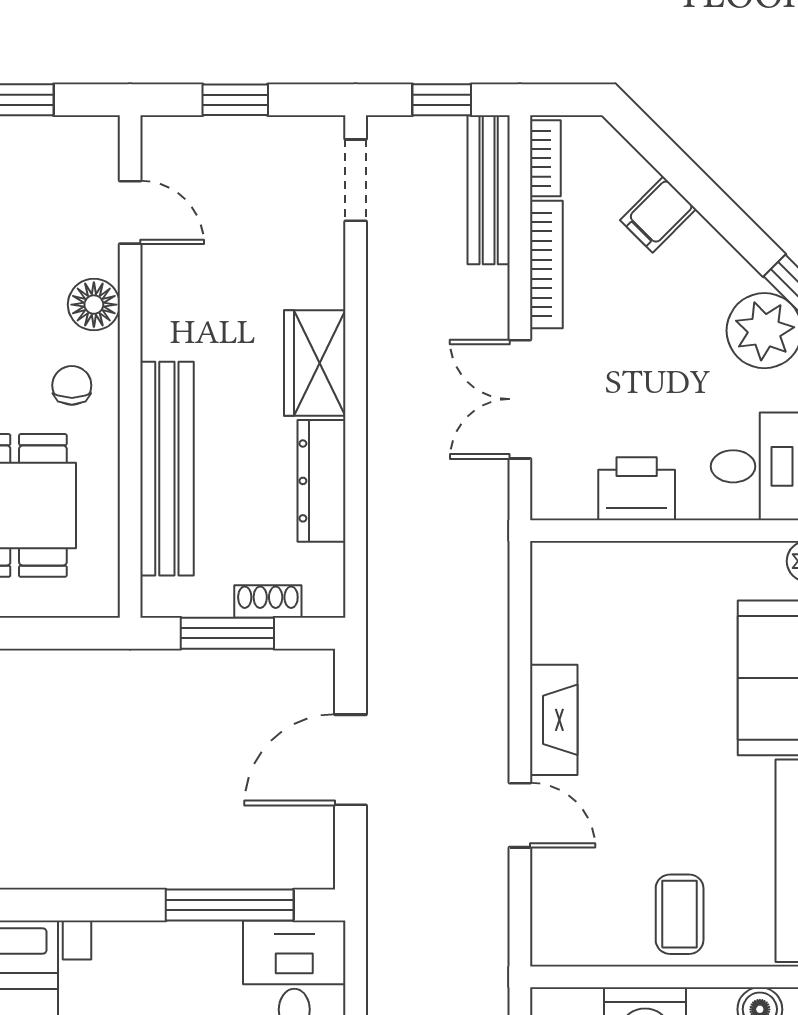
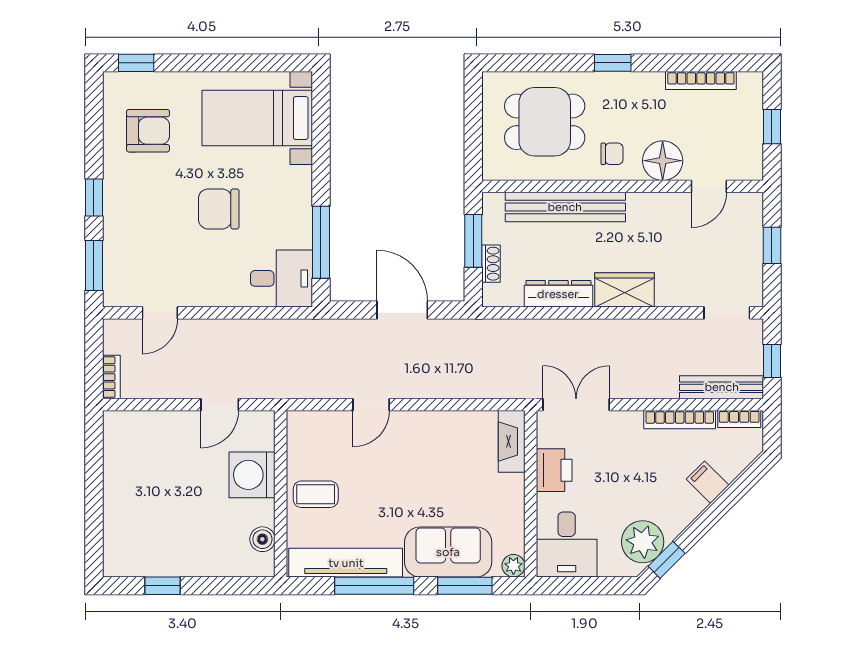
floor lamp: (94, 305) -> (663, 161), width x1.38, depth x1.38
double door: (520, 399) -> (576, 405), moved
fireplace: (554, 720) -> (512, 441), moved, turned 90

